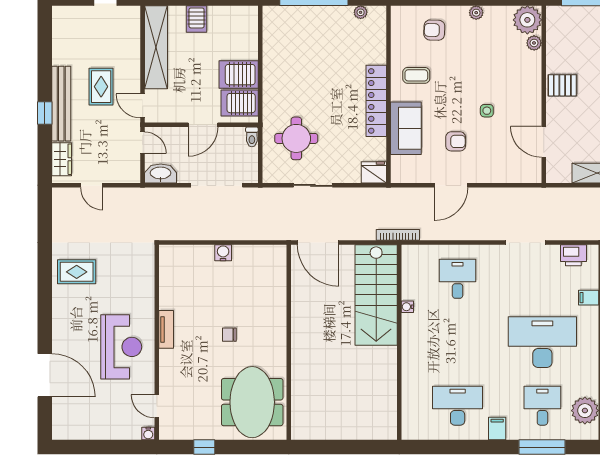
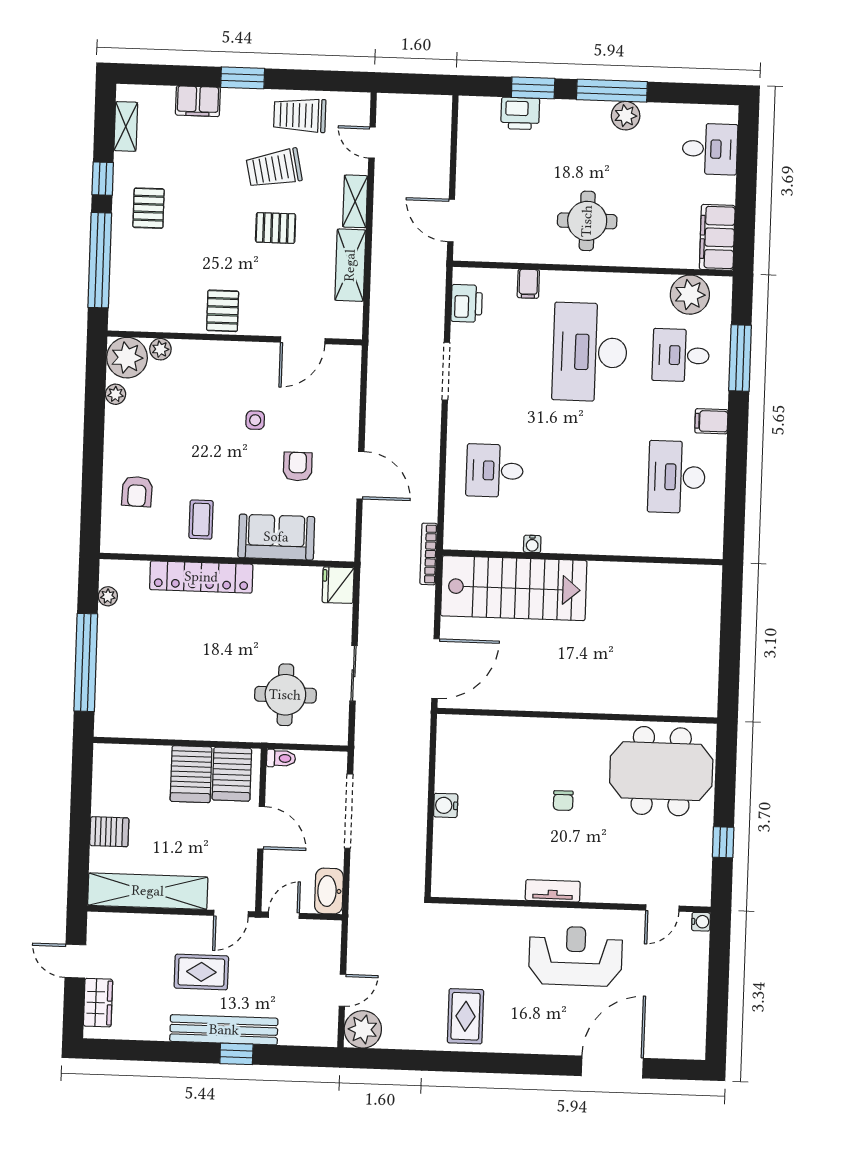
plant: (476, 13) -> (115, 394), moved
locker: (376, 101) -> (201, 577), moved
wardrobe: (62, 159) -> (98, 1003), moved, turned 90
plant: (65, 201) -> (363, 1029), added

